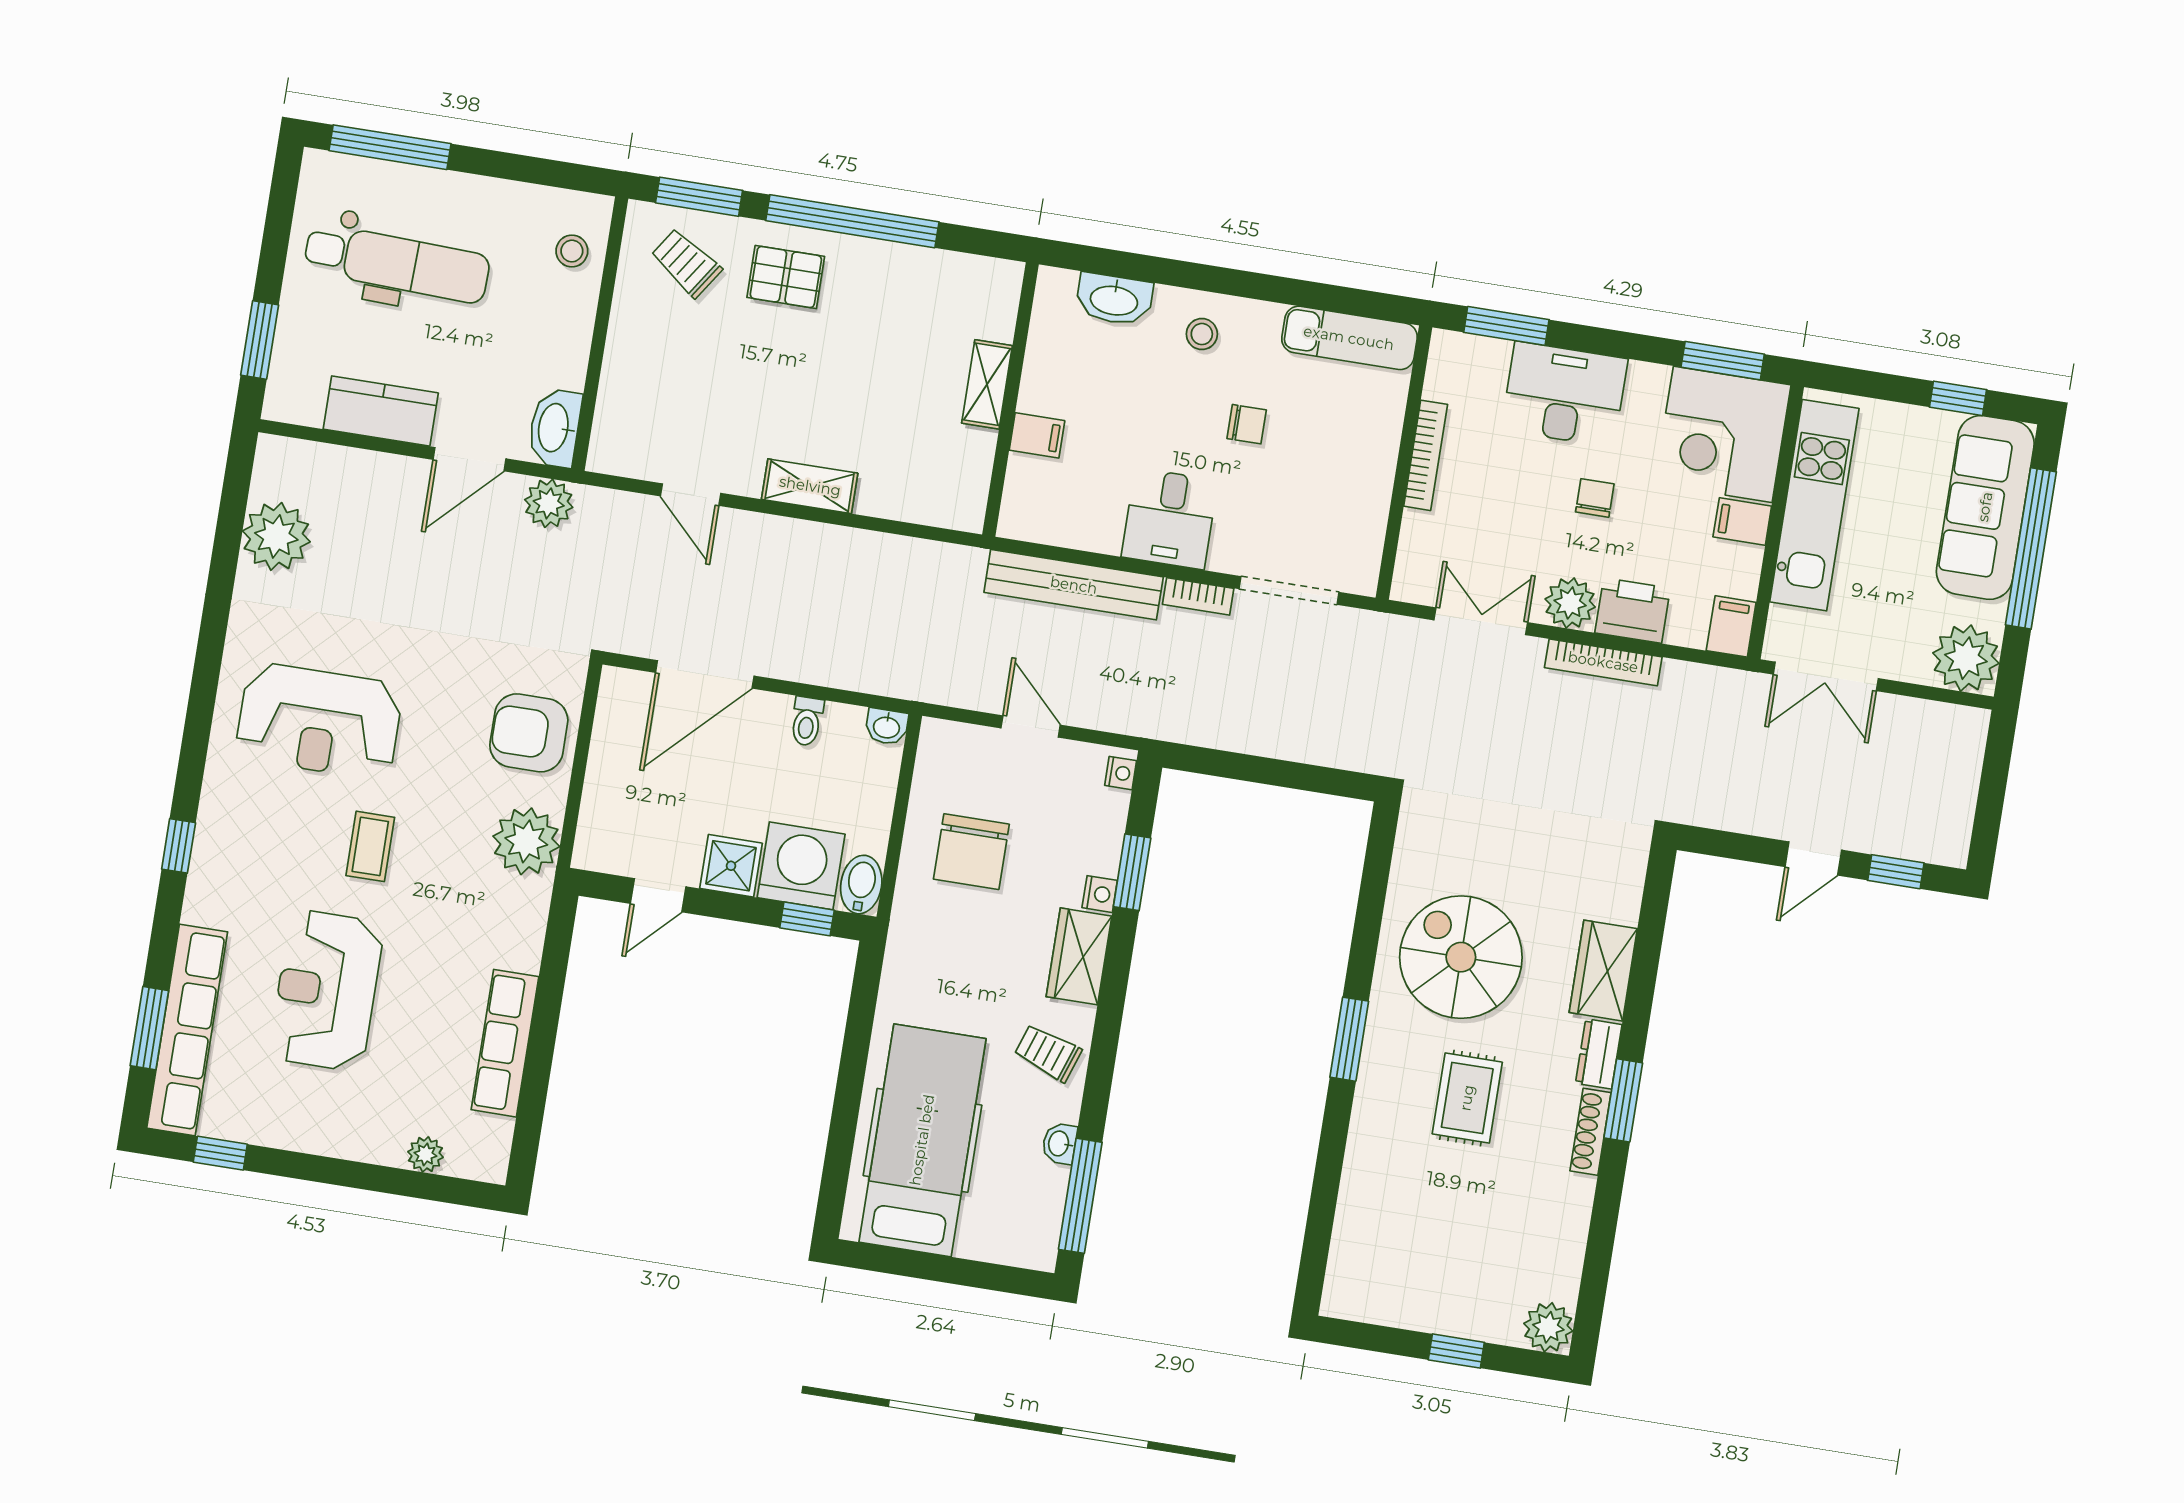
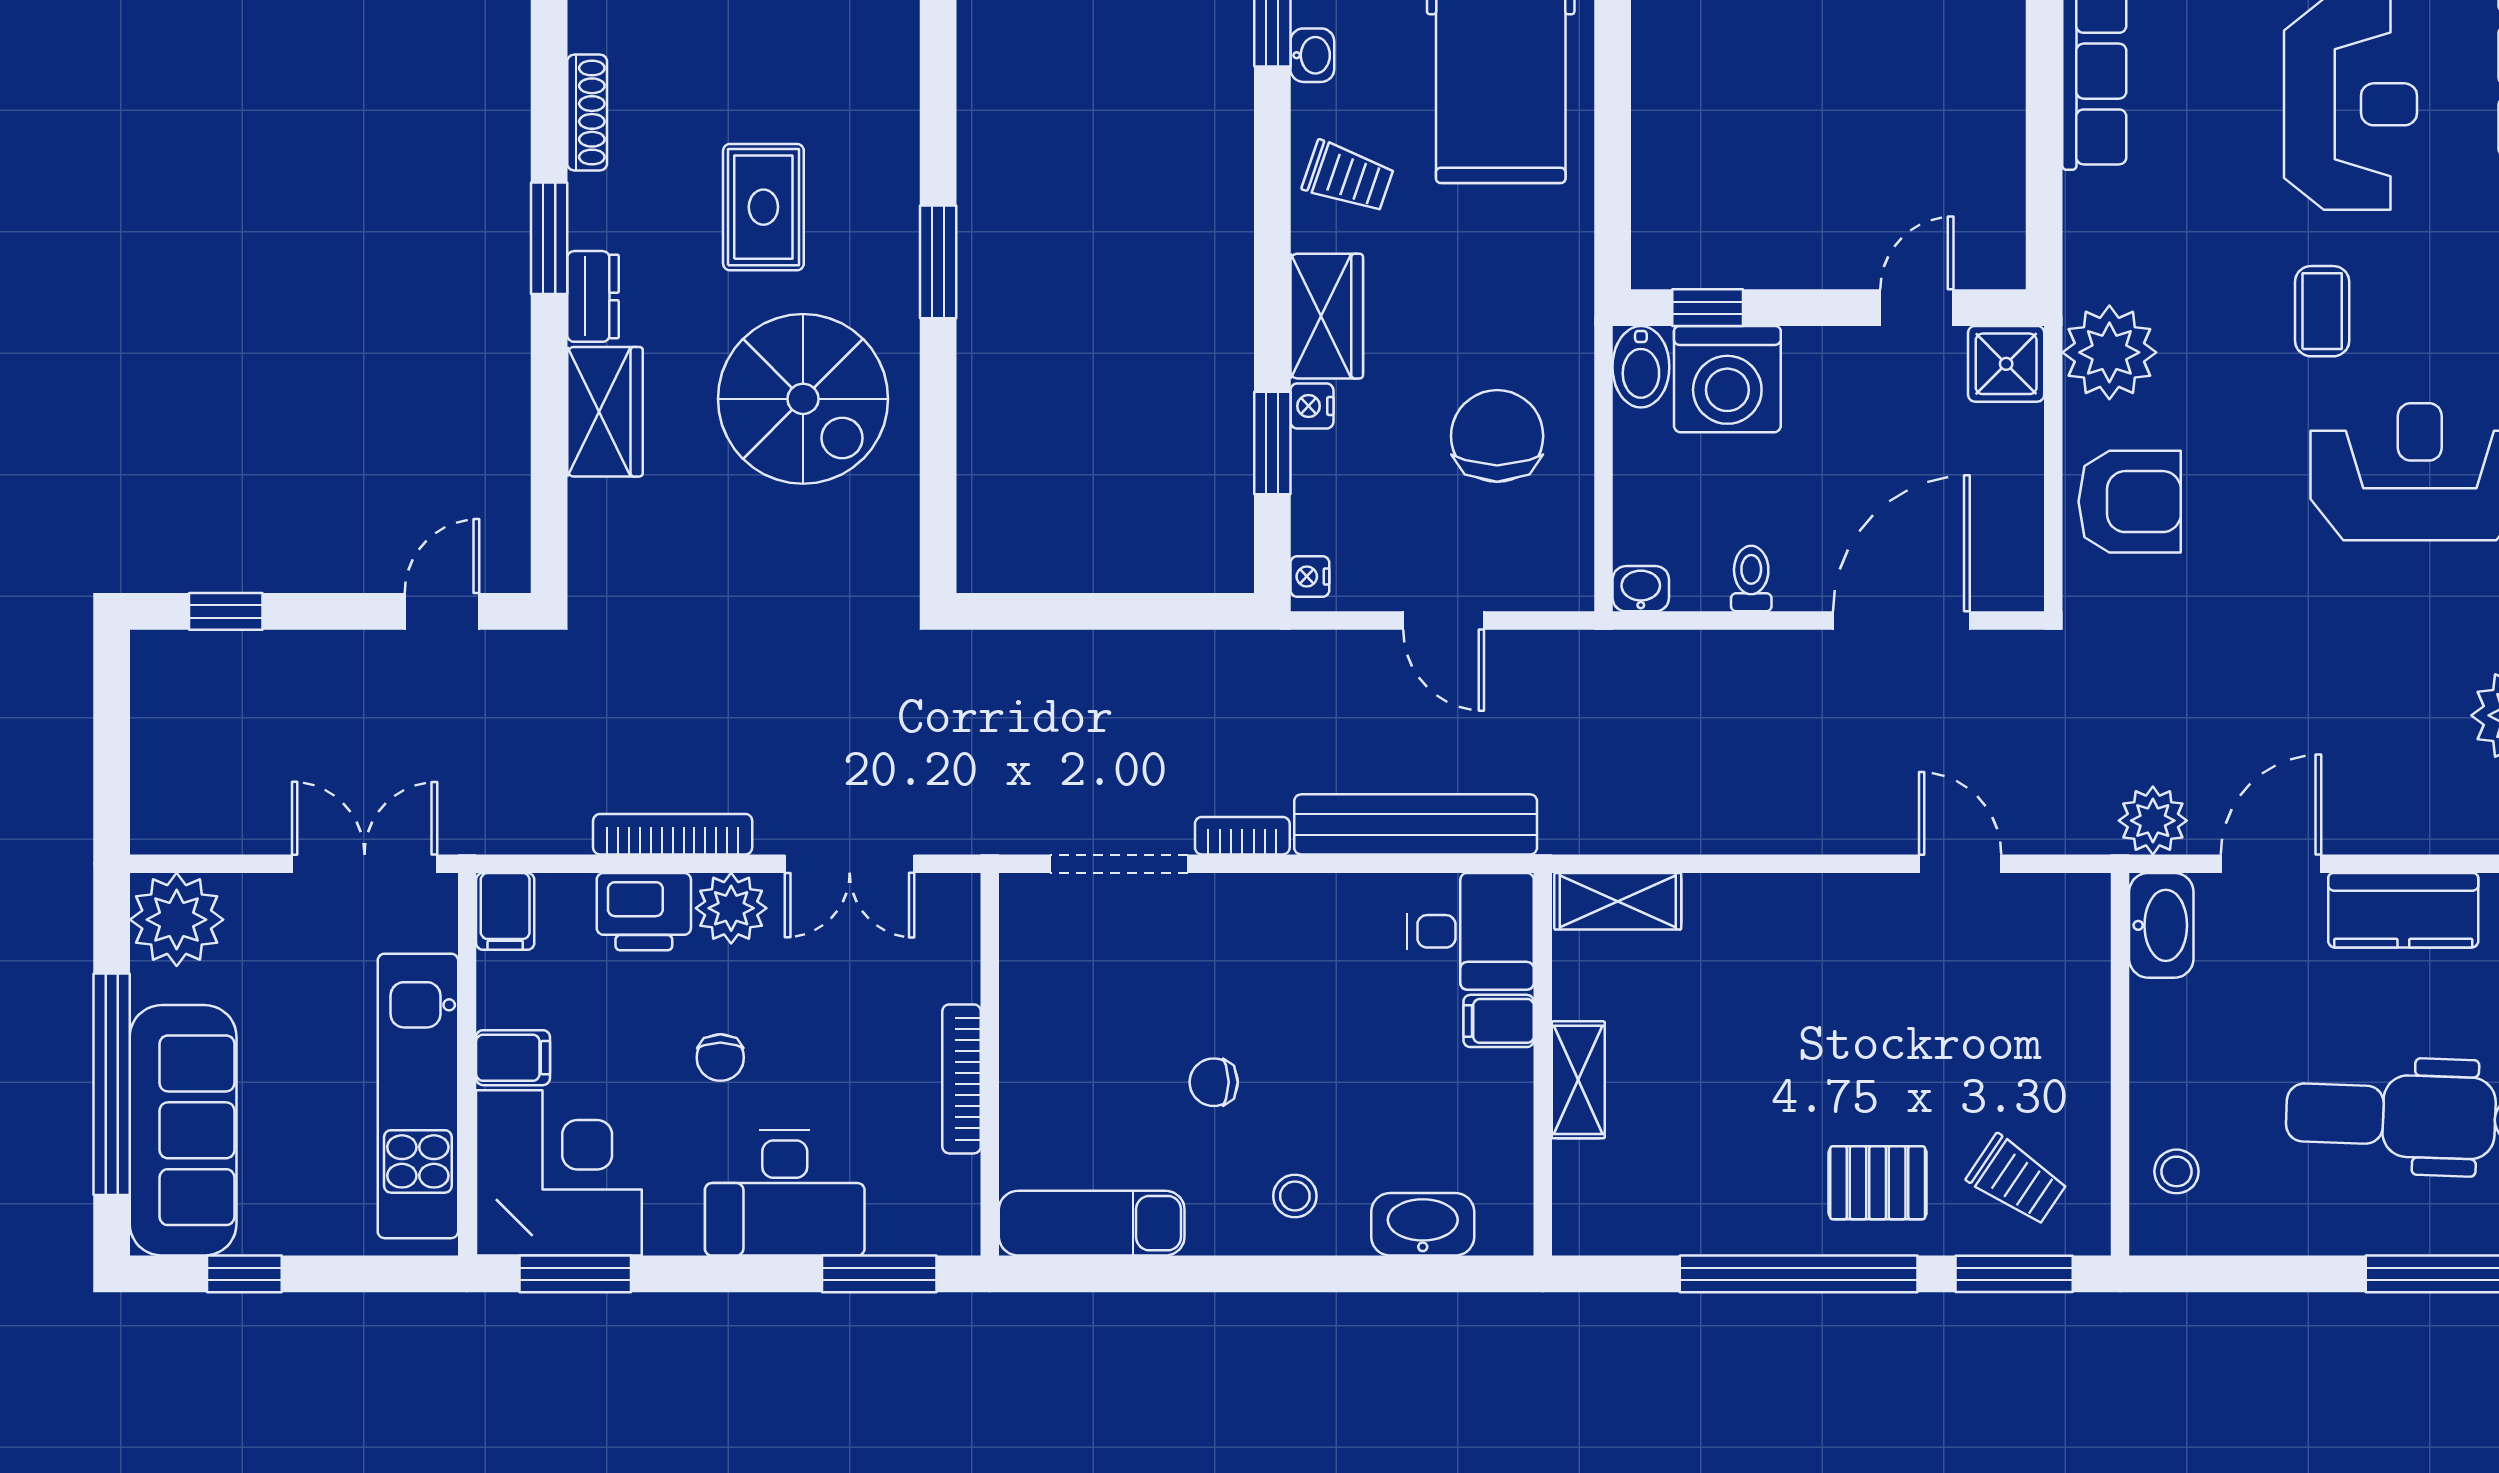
shelving: (810, 486) -> (1618, 901), moved
desk: (1170, 519) -> (1471, 931), moved, turned 90
door: (1813, 858) -> (442, 611), moved
shower: (731, 866) -> (2006, 364), moved
shoe rack: (1590, 1132) -> (587, 112), moved

